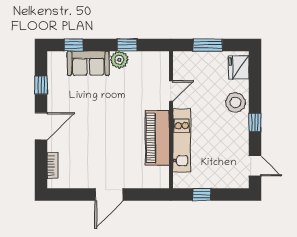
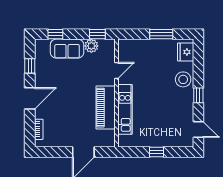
door: (171, 91) -> (116, 71), moved
wall: (171, 120) -> (116, 93), moved
piano: (157, 138) -> (106, 108), moved
kitchen unit: (182, 140) -> (125, 109), moved

